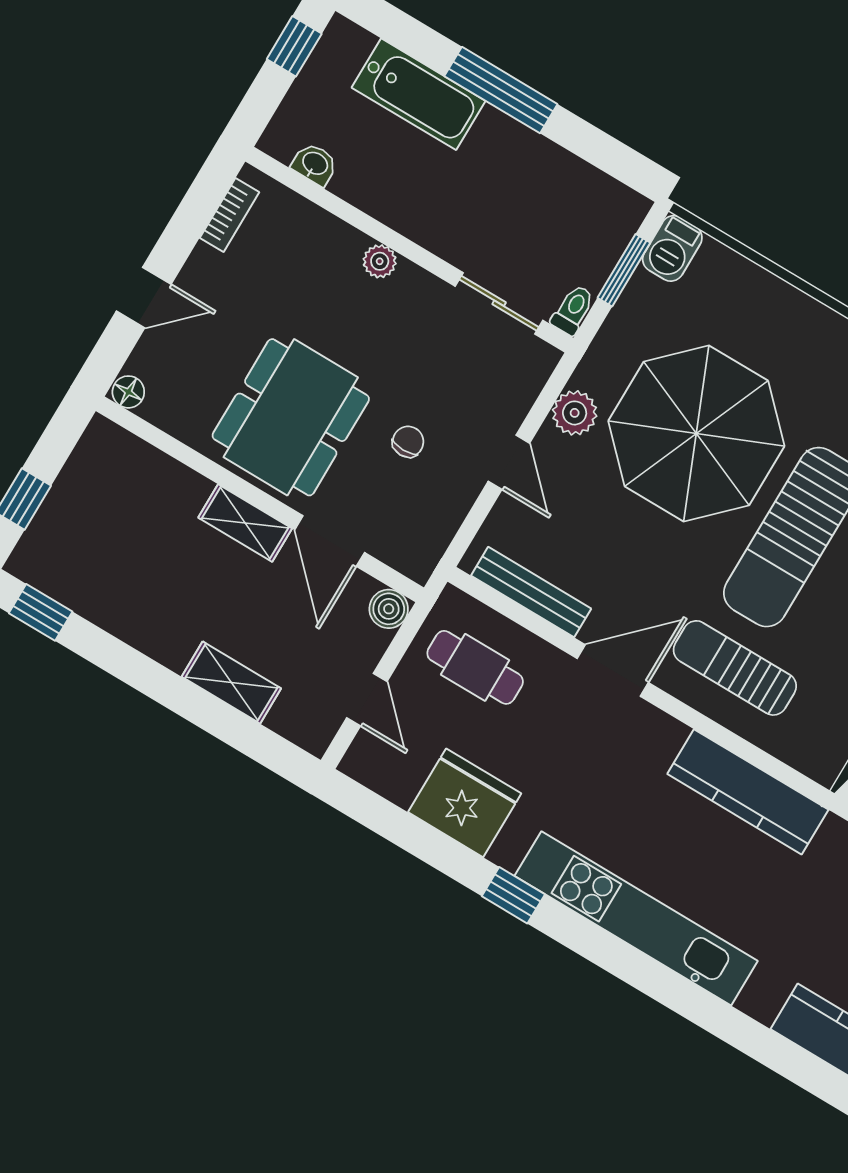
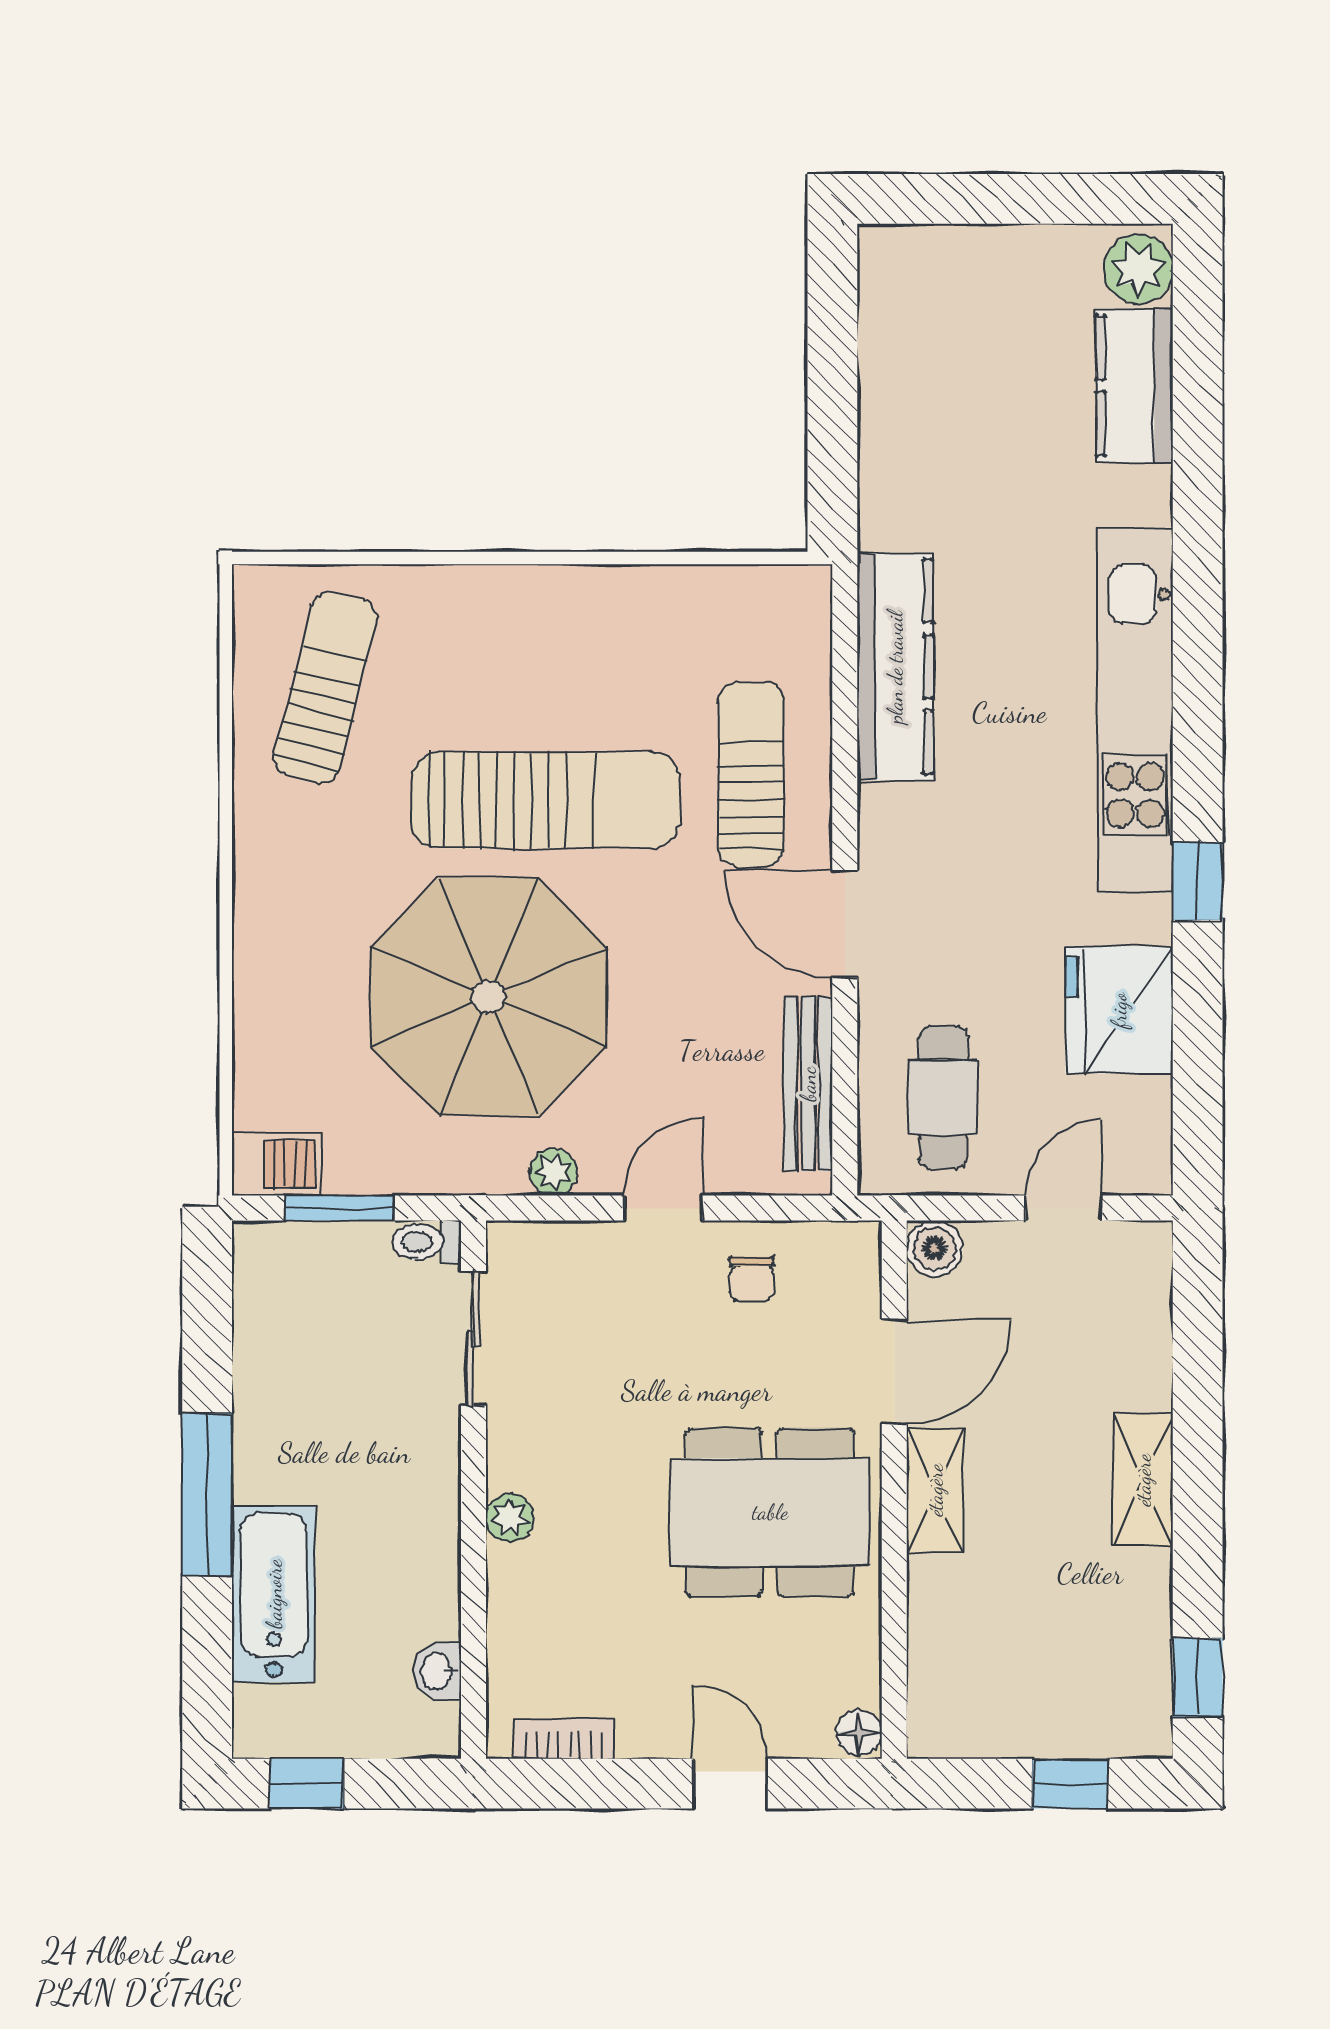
plant: (575, 413) -> (553, 1172), width x0.73, depth x0.73
chair: (408, 442) -> (752, 1279), moved, turned -90
sun lounger: (735, 668) -> (751, 775), turned 180
shelving: (231, 683) -> (1143, 1480), moved

